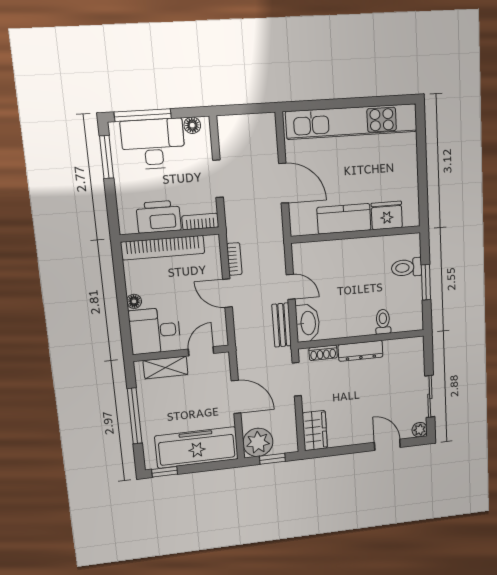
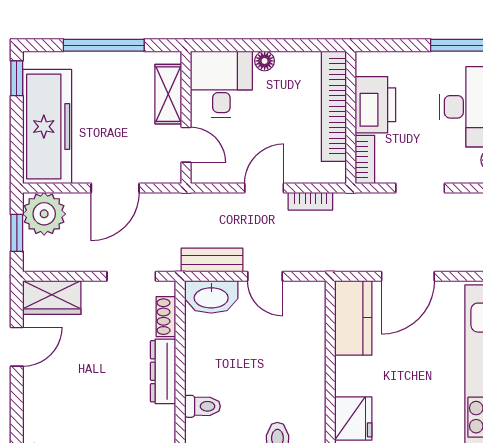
kitchen counter: (344, 219) -> (353, 318), moved
door: (291, 287) -> (265, 276), hinge flipped
door: (387, 445) -> (17, 347), moved

